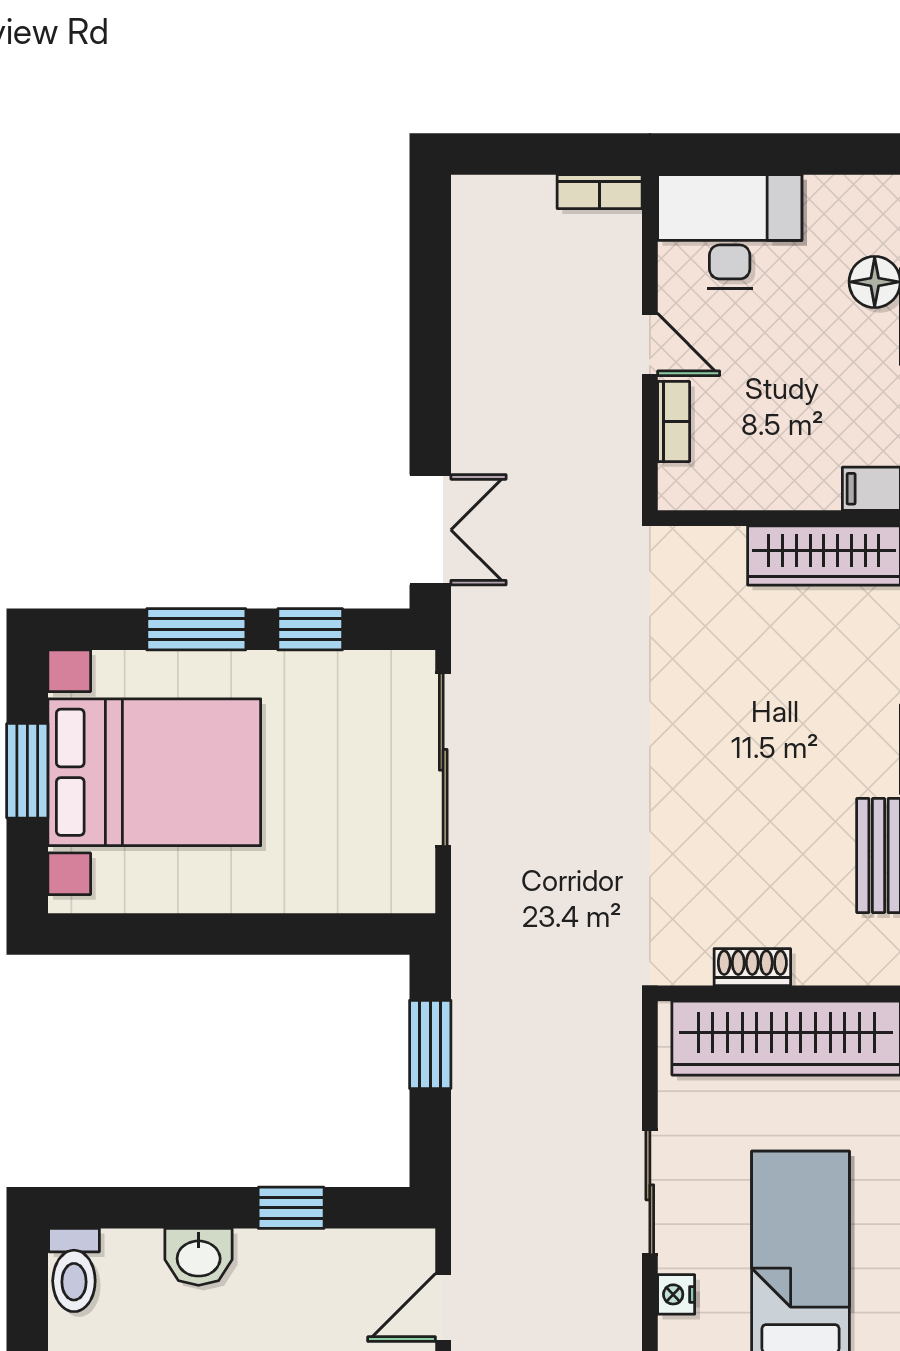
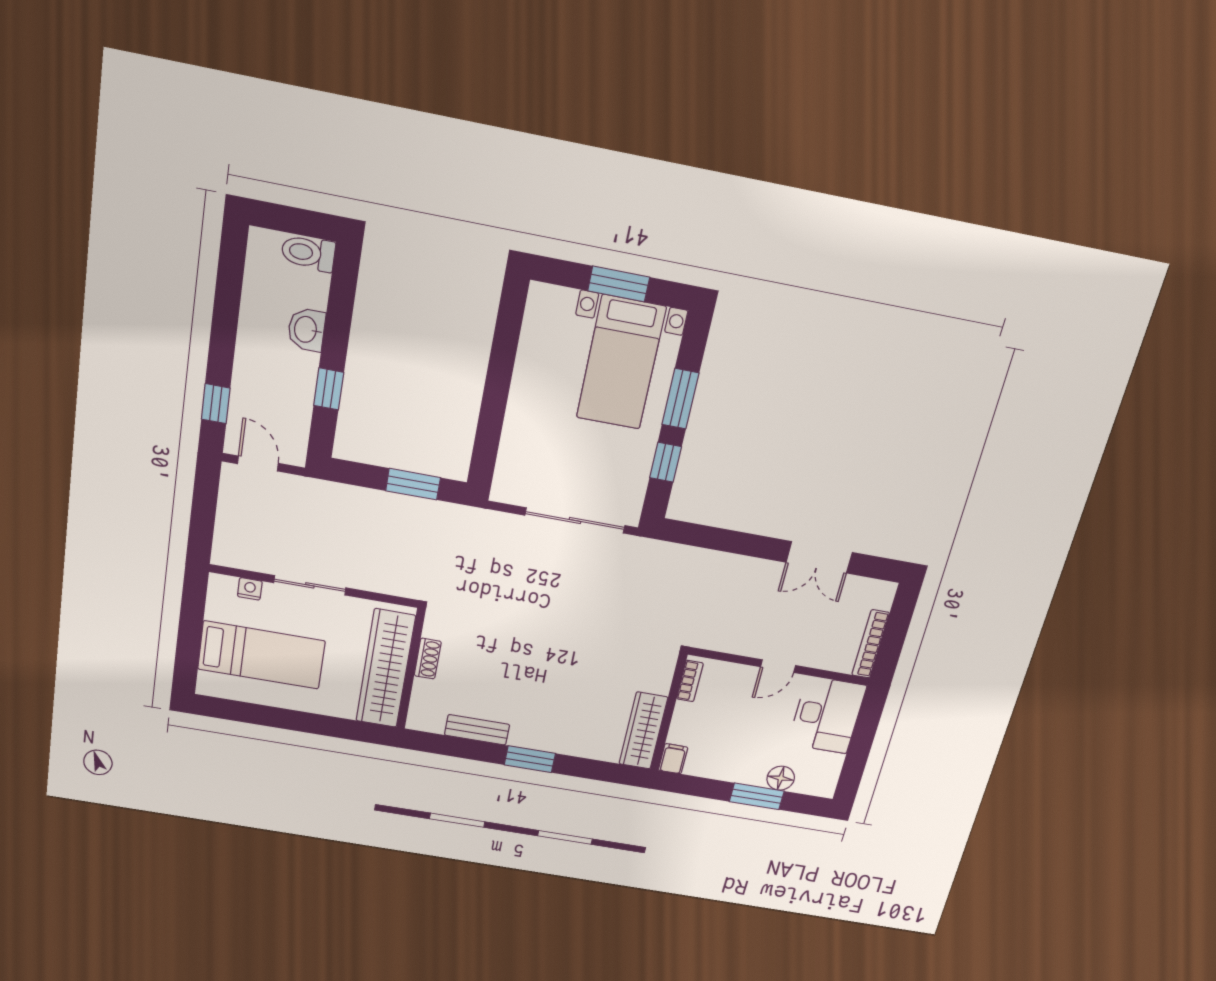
bookcase: (600, 192) -> (871, 644), width x1.56
bookcase: (674, 422) -> (690, 681), moved, turned -90
double door: (430, 530) -> (819, 557), moved
bed with nightstands: (154, 772) -> (621, 362), width x0.73

